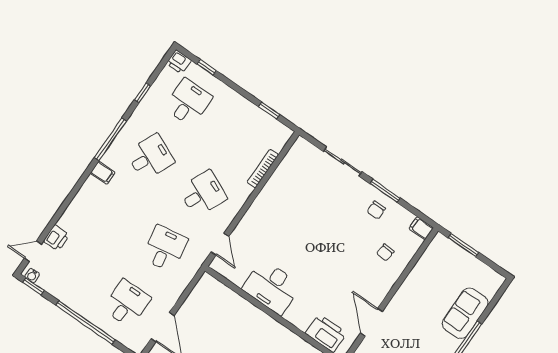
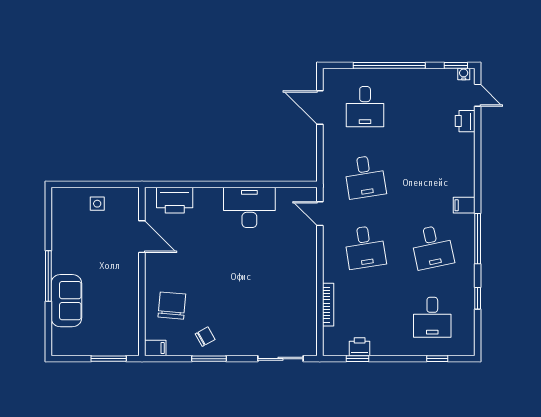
printer: (179, 62) -> (360, 347), moved
desk: (150, 157) -> (432, 247), turned -36
sliding door: (343, 162) -> (281, 359), moved
desk: (203, 194) -> (365, 247), turned -33
chair: (376, 210) -> (205, 337), turned 61
door: (33, 251) -> (478, 95), hinge flipped
chair: (385, 252) -> (172, 306), width x1.87, depth x1.87

